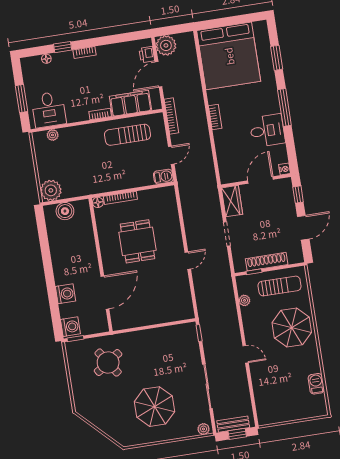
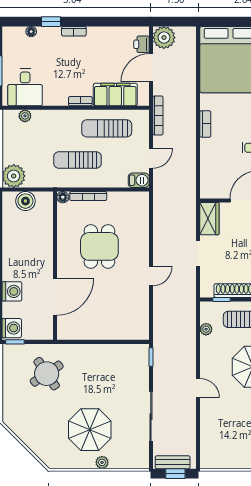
sun lounger: (106, 167) -> (78, 160), added
plant: (203, 429) -> (102, 462), moved

